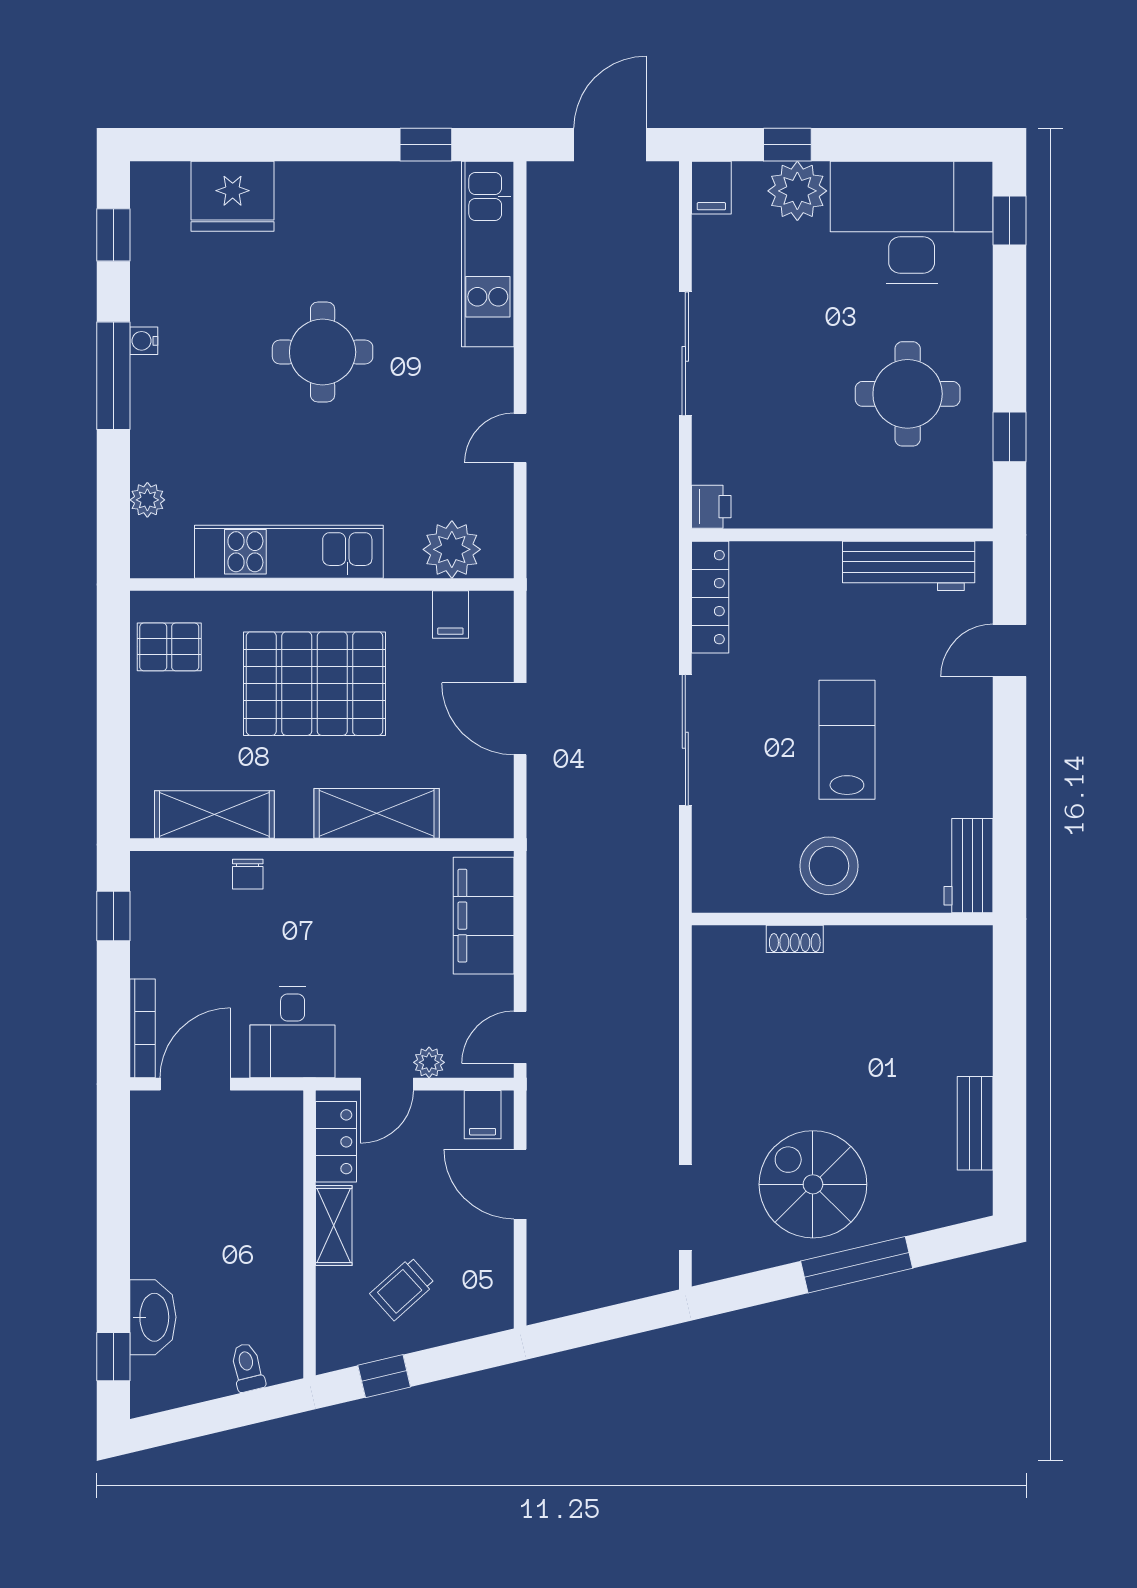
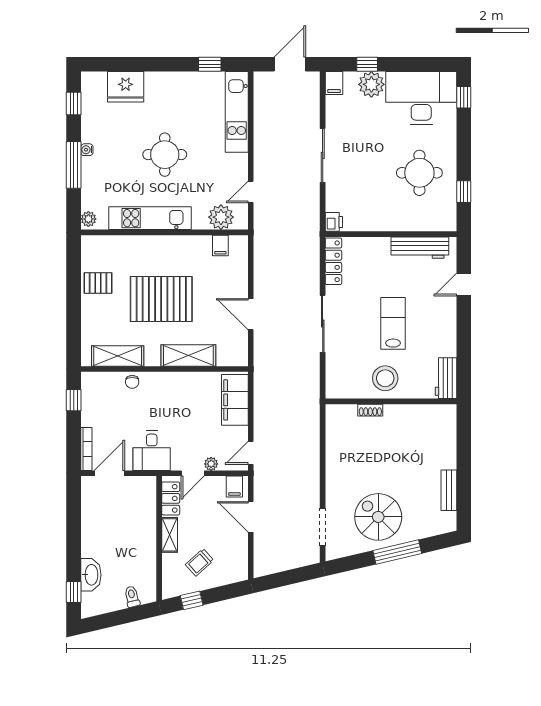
plant: (452, 549) -> (221, 217), moved
kitchen unit: (289, 552) -> (150, 218), moved
wall: (322, 584) -> (164, 232), moved
filing cabinet: (450, 614) -> (220, 245), moved

